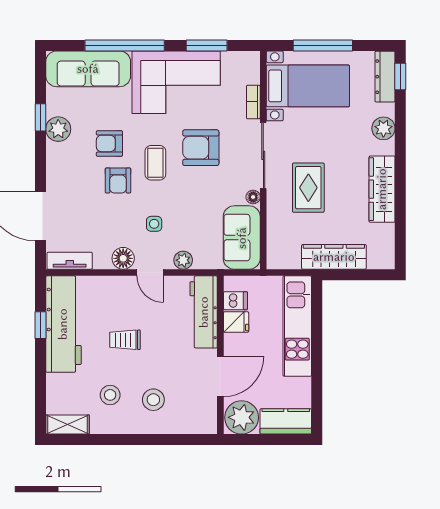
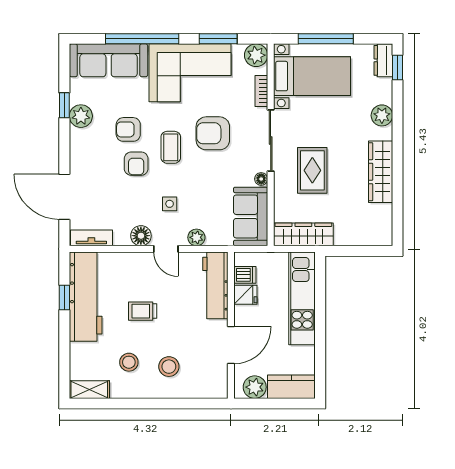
plant: (248, 63) -> (256, 55), added
dresser: (385, 77) -> (383, 60), width x0.70
wardrobe: (334, 257) -> (303, 234), moved
plant: (242, 417) -> (255, 387), width x0.73, depth x0.73

